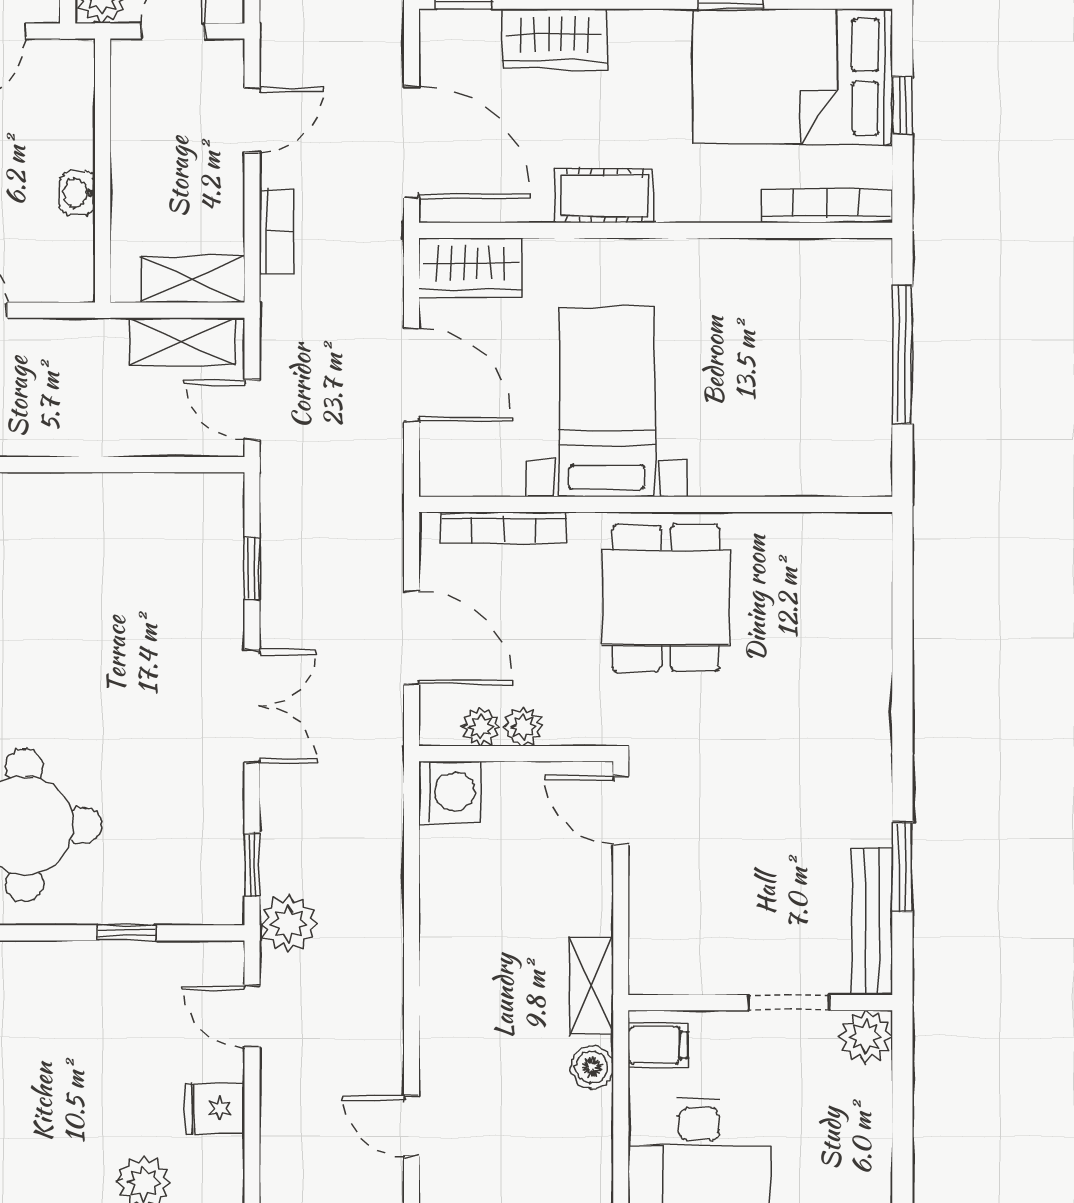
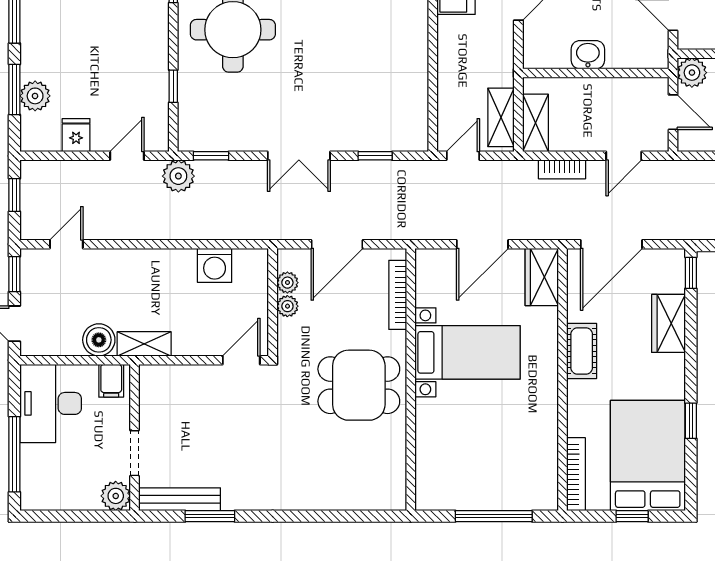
door: (252, 120) -> (624, 156), hinge flipped
washbasin: (77, 193) -> (588, 55), width x1.38, depth x1.45
washing machine: (450, 792) -> (215, 265), moved
boiler: (592, 1067) -> (99, 340), width x1.36, depth x1.36

